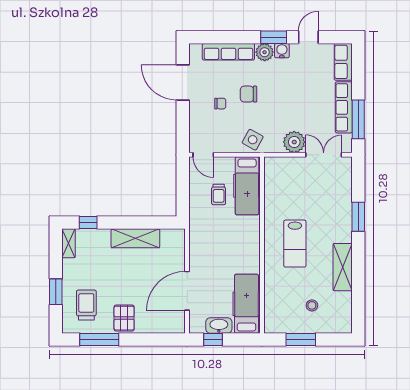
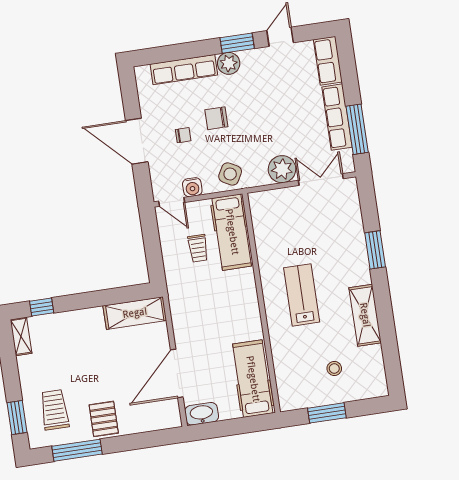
water cooler: (282, 51) -> (192, 187), moved, turned 180
door: (183, 82) -> (137, 141), moved
shelving: (135, 238) -> (135, 313), moved
lab bench: (295, 244) -> (302, 295), turned 180
window: (56, 292) -> (17, 418), moved
washbasin: (219, 326) -> (202, 414), moved
window: (213, 340) -> (218, 429), removed

